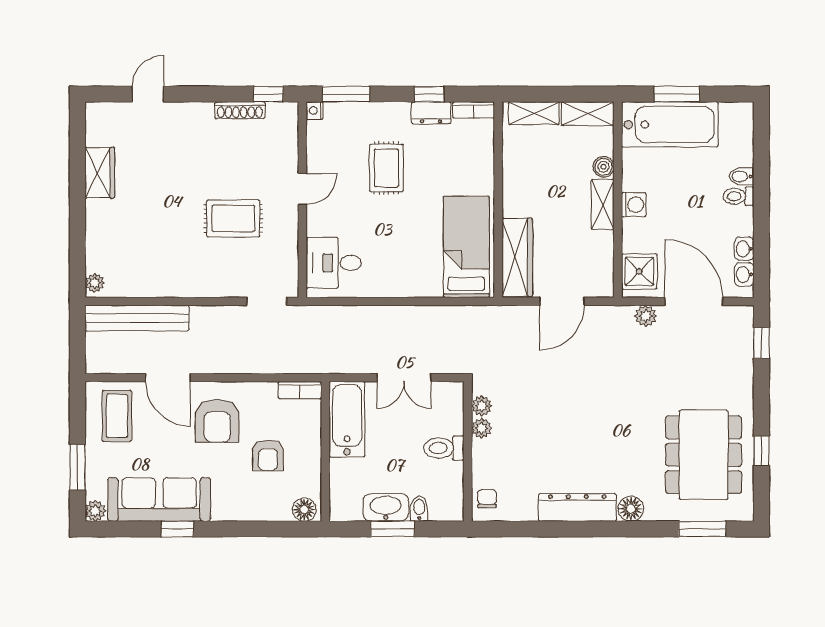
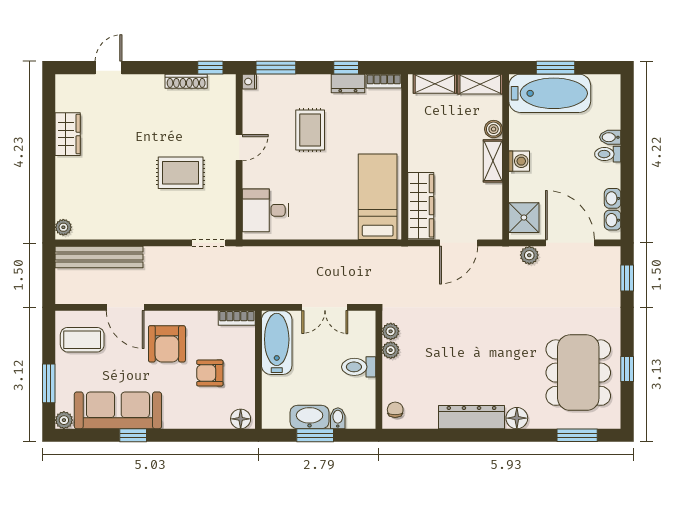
coffee table: (117, 416) -> (82, 340), turned 90
armchair: (268, 455) -> (210, 373), turned 90

